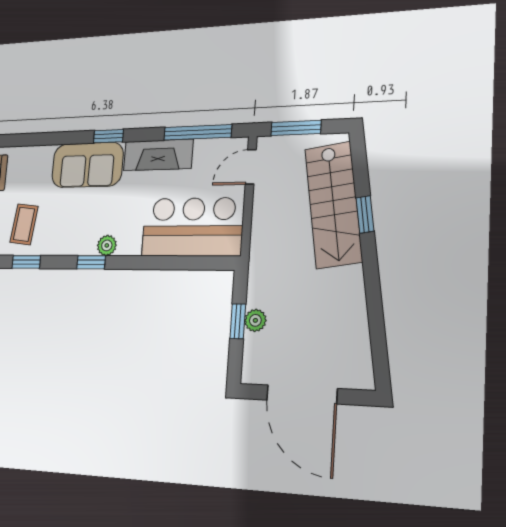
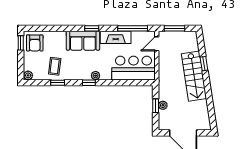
stairs: (333, 205) -> (194, 76), moved

